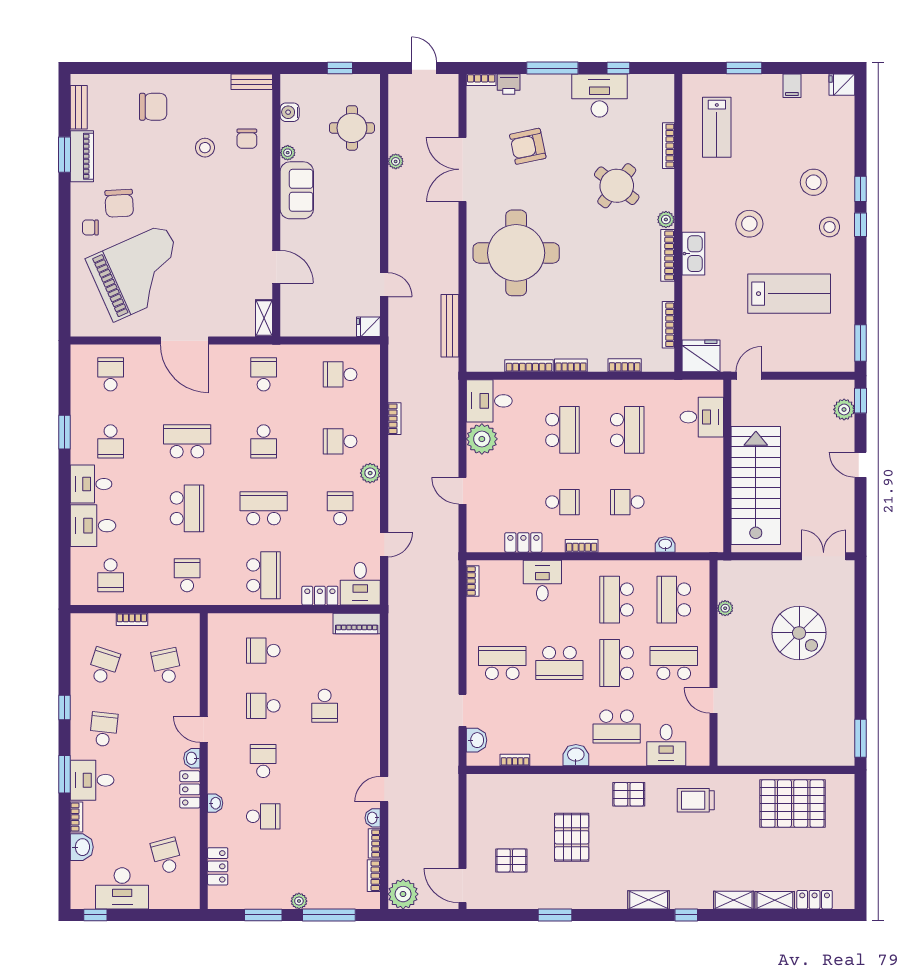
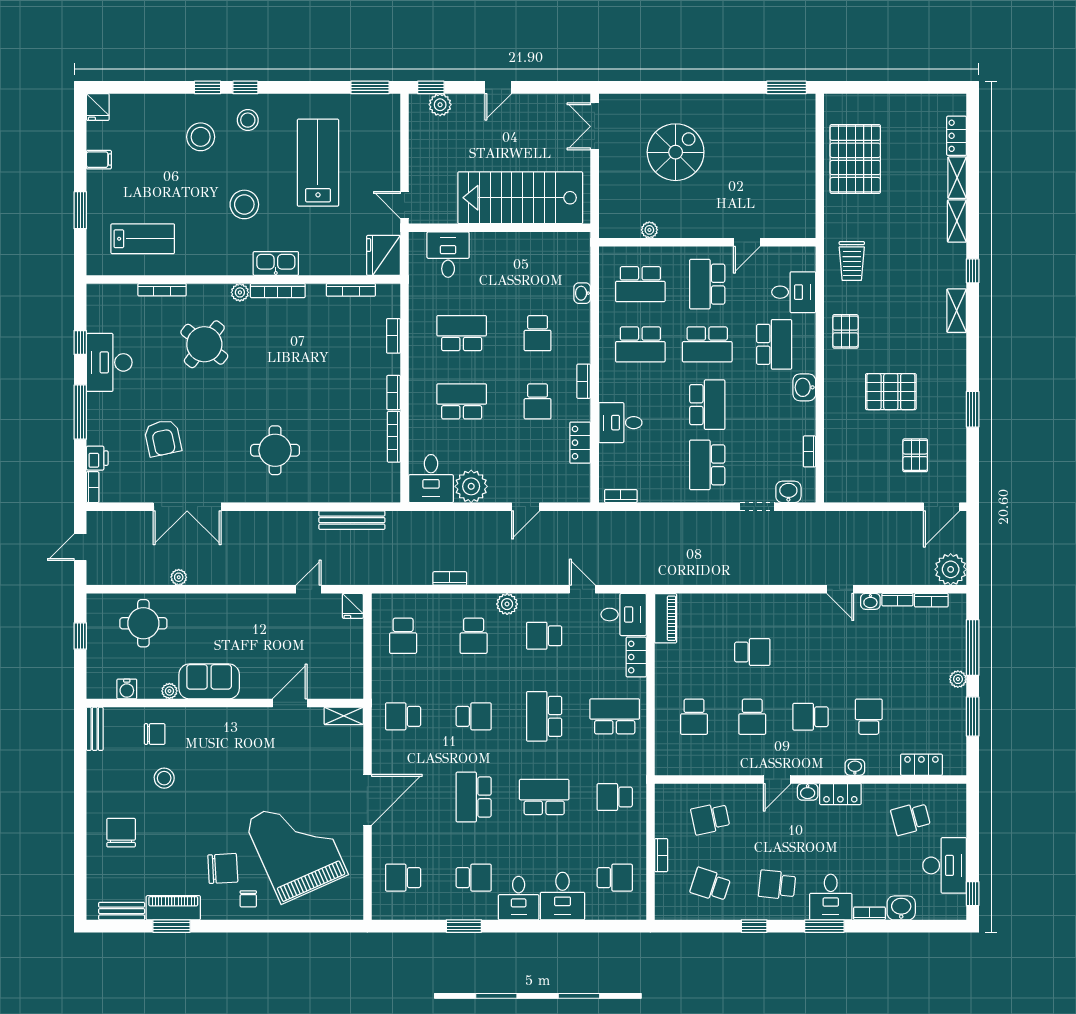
round table: (516, 253) -> (275, 450), width x0.54, depth x0.54
school desk: (562, 502) -> (538, 401), turned 180

